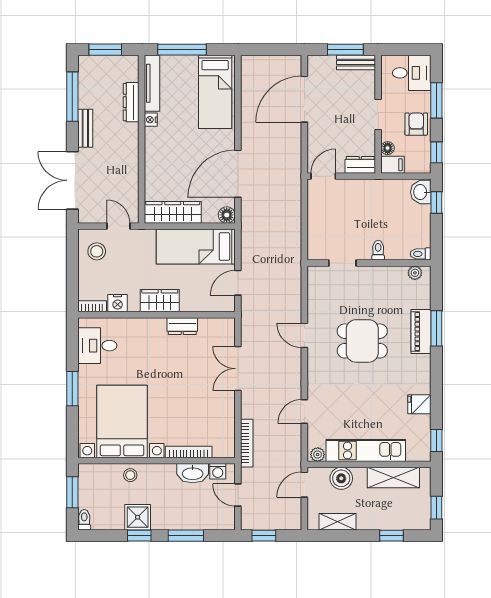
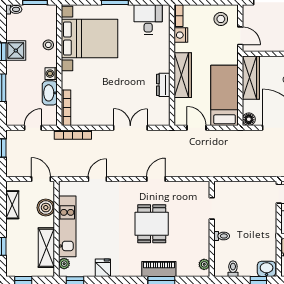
door: (118, 226) -> (240, 36), hinge flipped
toilet: (421, 254) -> (233, 269), moved
wardrobe: (160, 301) -> (183, 75), width x1.50
door: (304, 411) -> (97, 179), hinge flipped
bookcase: (189, 452) -> (66, 108), moved
plant: (318, 455) -> (64, 264), moved
washing machine: (218, 471) -> (51, 74), moved

